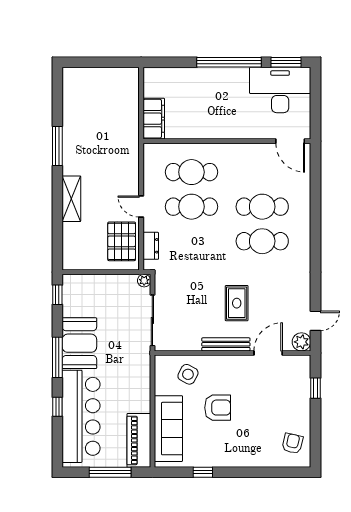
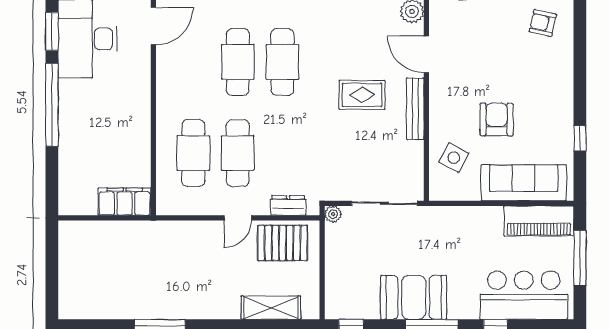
shelving: (71, 199) -> (271, 308), moved
bar counter: (81, 416) -> (524, 295), width x0.73

